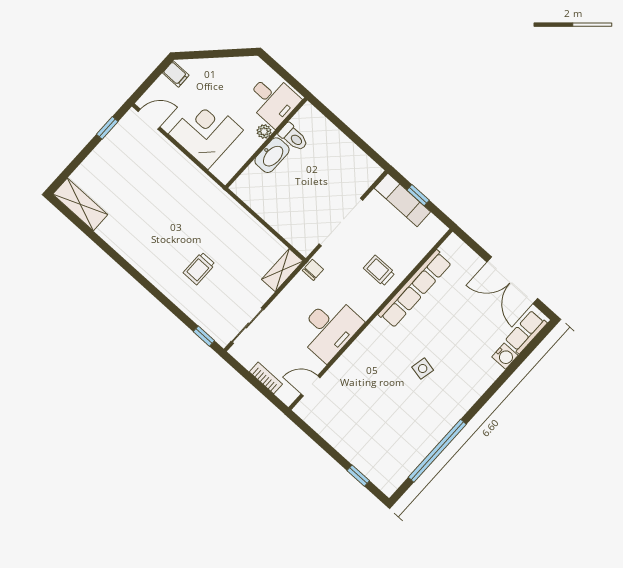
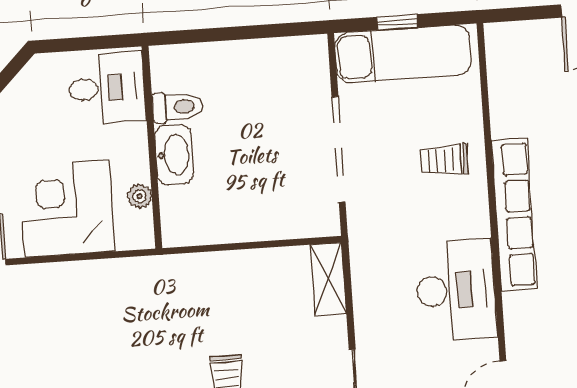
plant: (264, 131) -> (139, 196), moved
exam couch: (402, 200) -> (403, 54), width x1.36, depth x1.45
chair: (313, 270) -> (364, 241), removed
row of seats: (415, 289) -> (514, 215), moved

